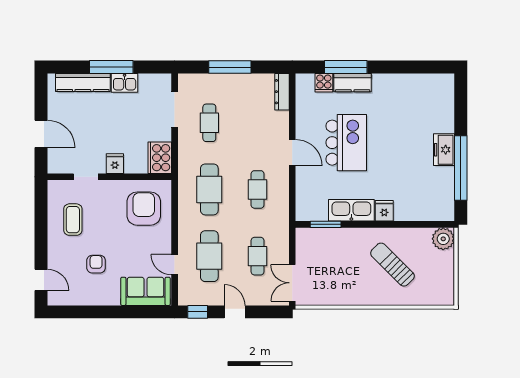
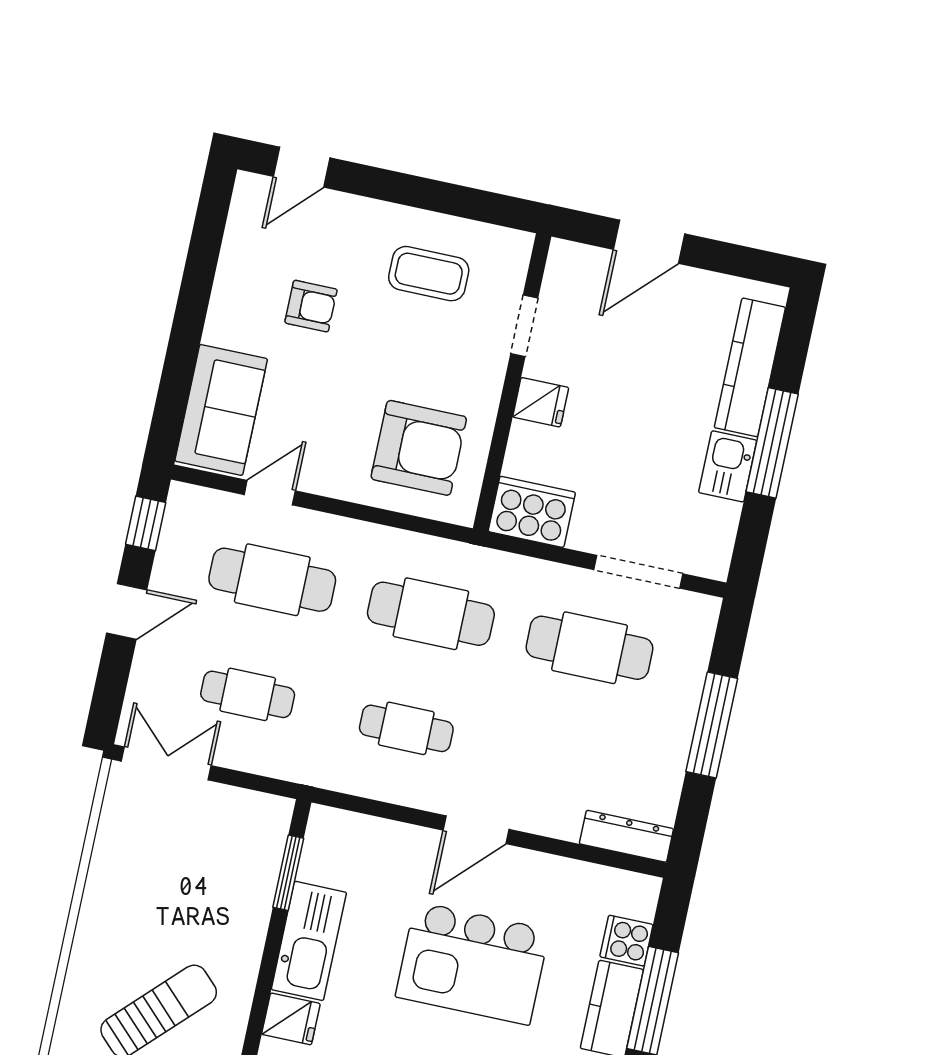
cafe table: (209, 123) -> (590, 648), width x1.37, depth x1.35

